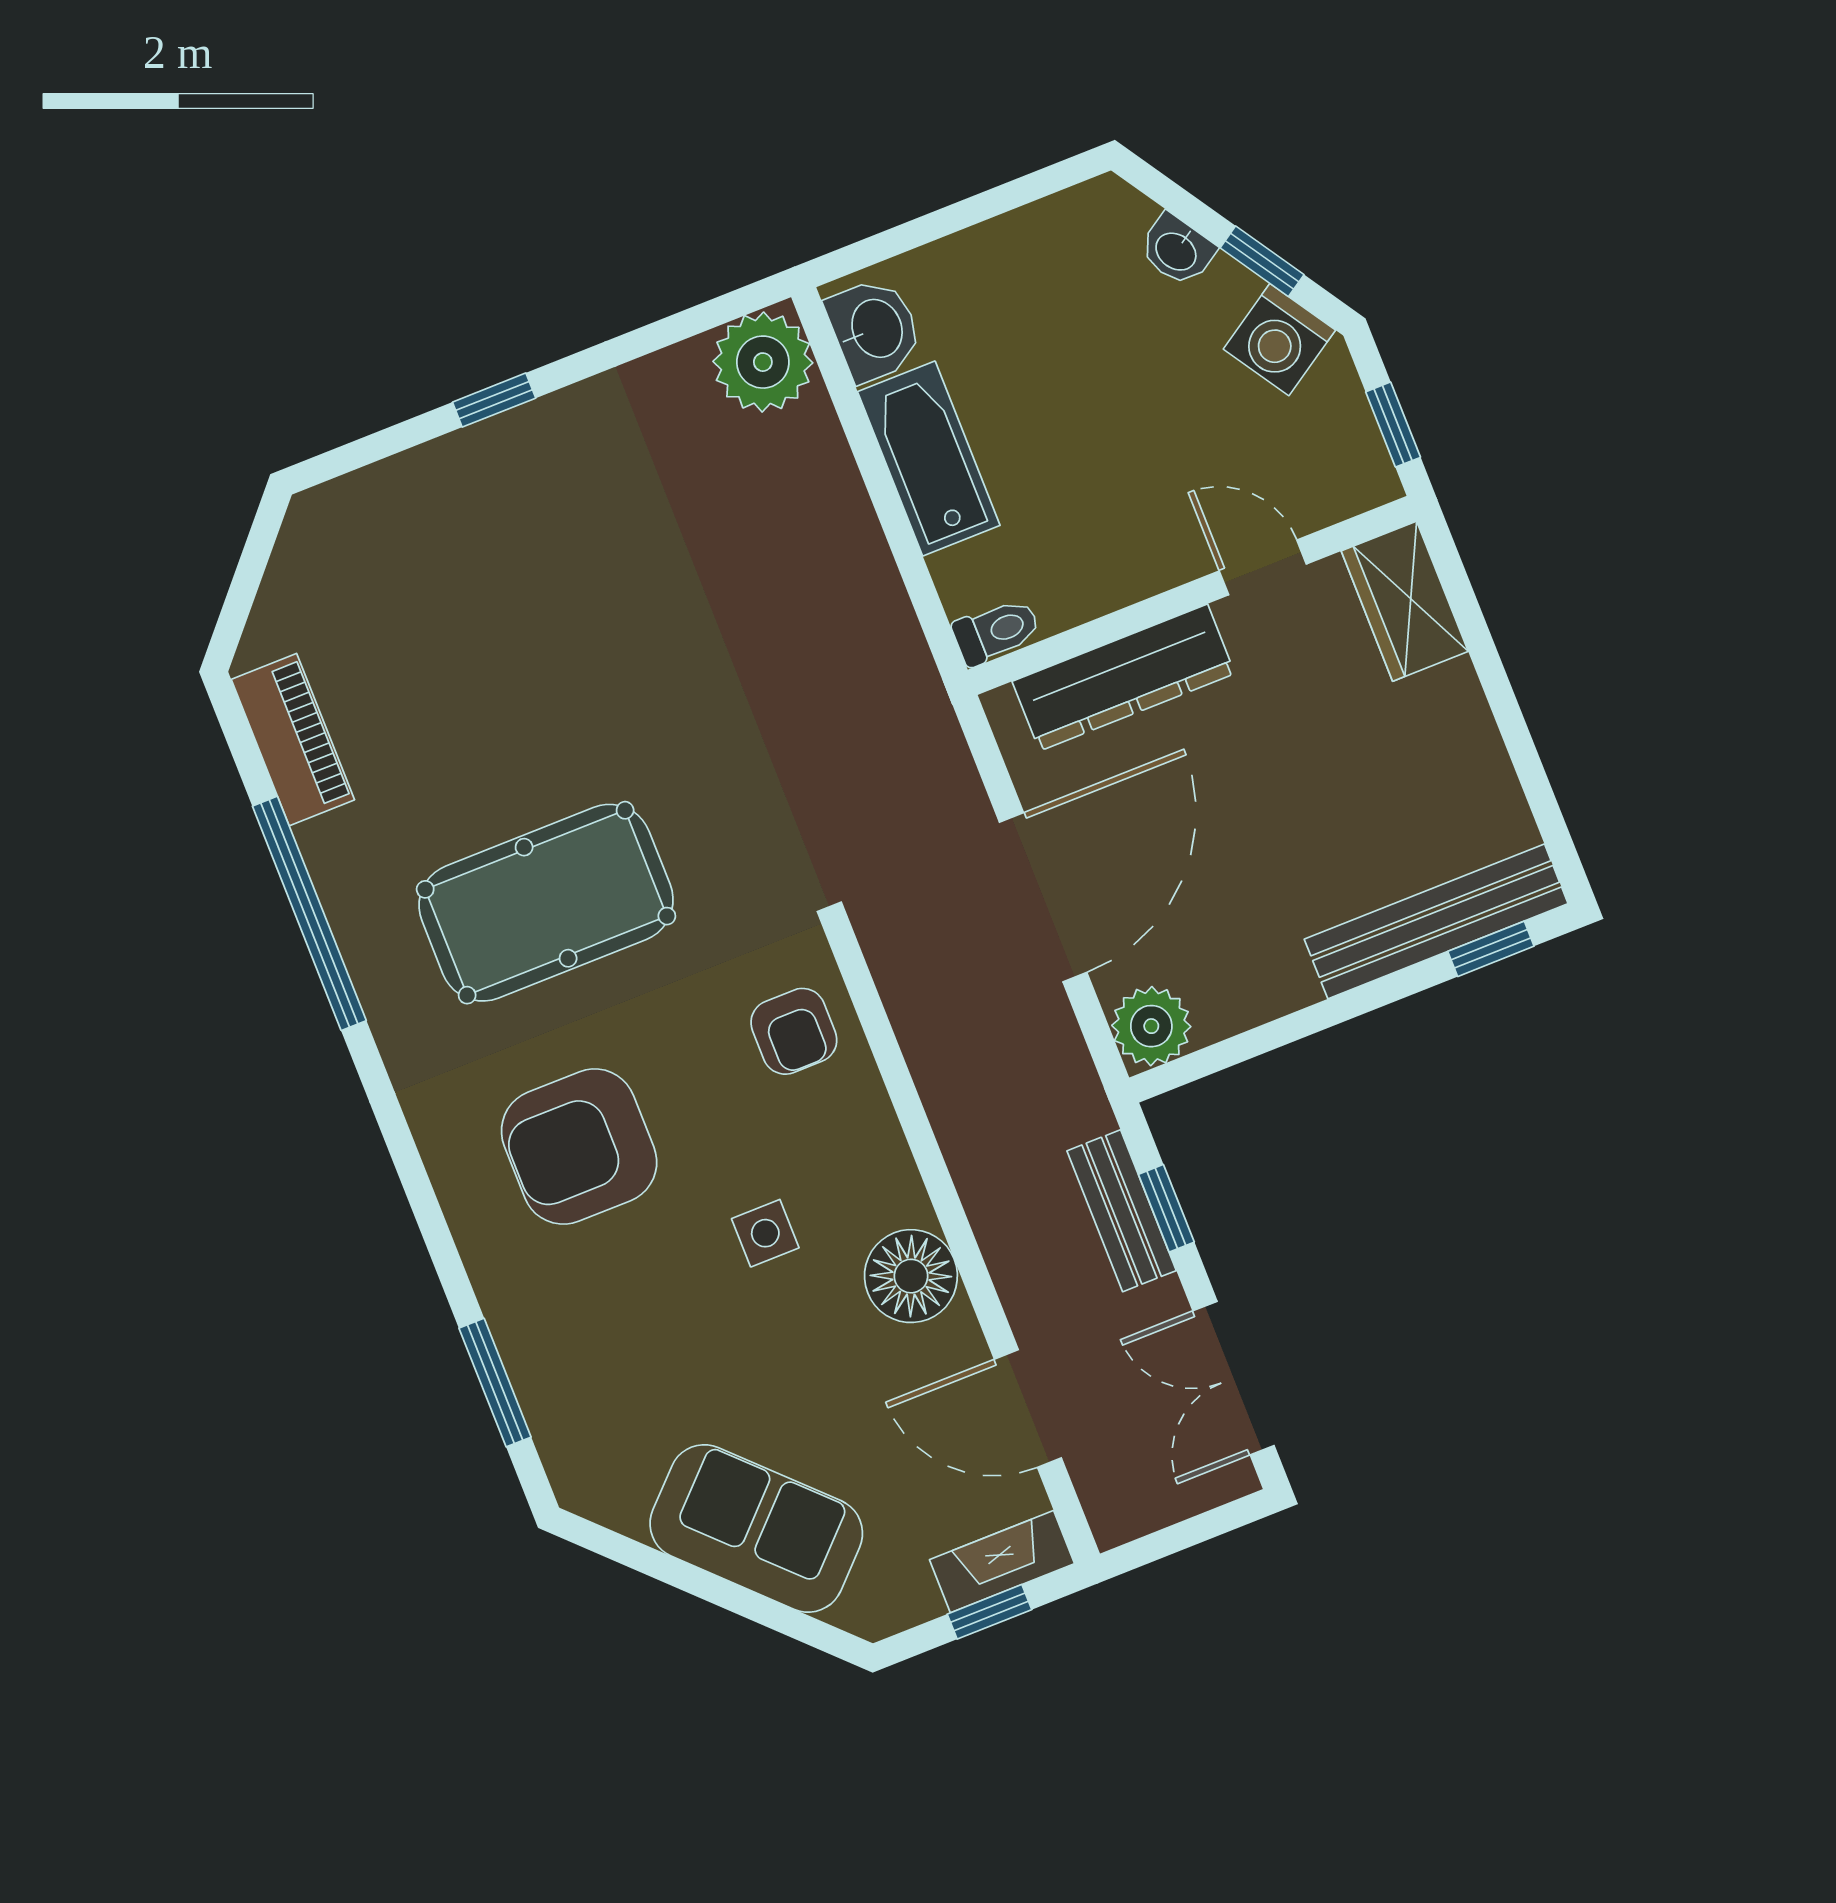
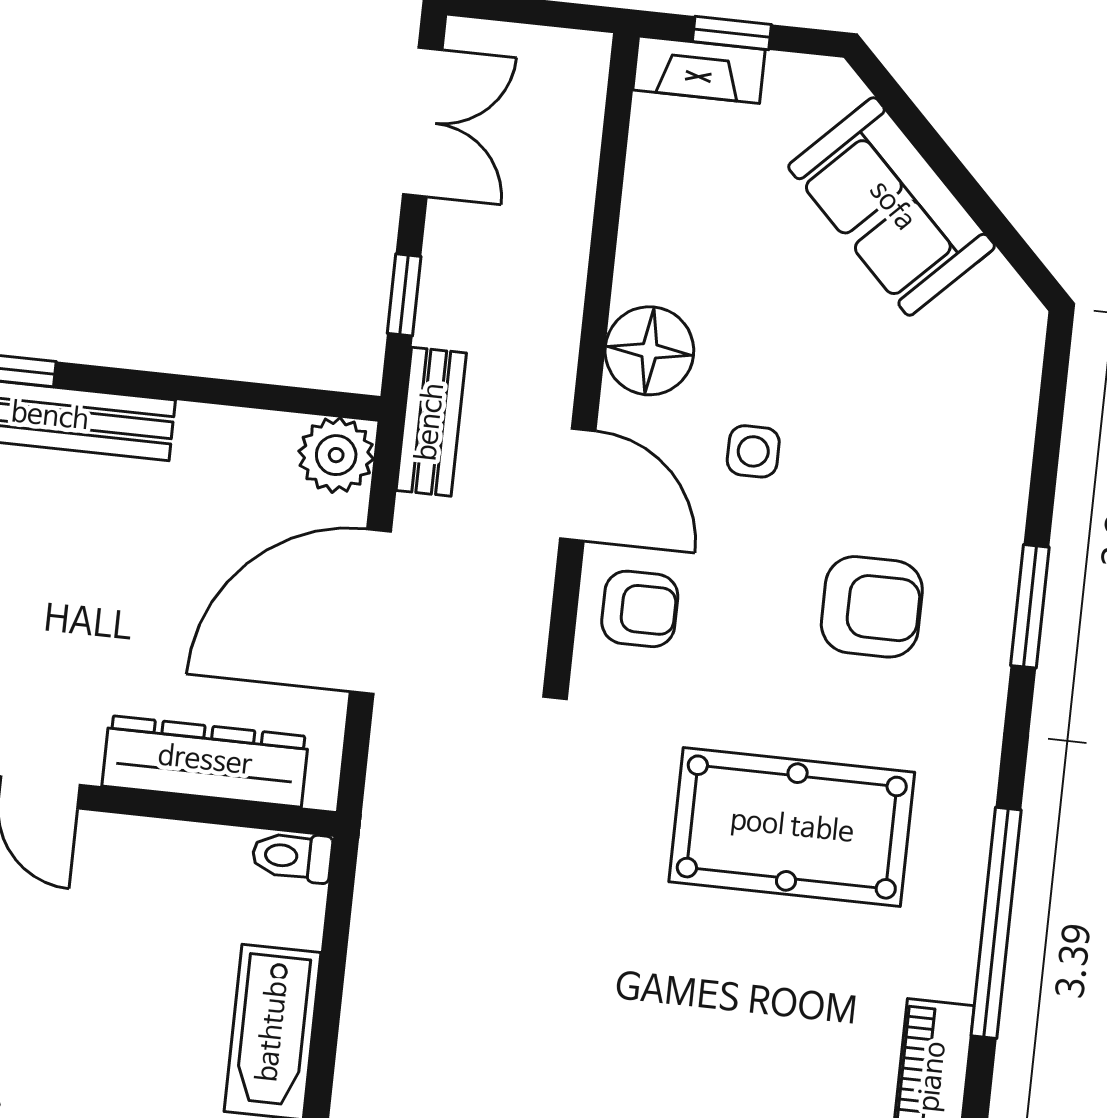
armchair: (794, 1031) -> (640, 609), turned 90
armchair: (579, 1147) -> (872, 607), width x0.73, depth x0.73
bench: (1122, 1211) -> (431, 422), moved
window: (495, 1383) -> (1030, 606), moved
door: (1028, 1409) -> (578, 485), moved

